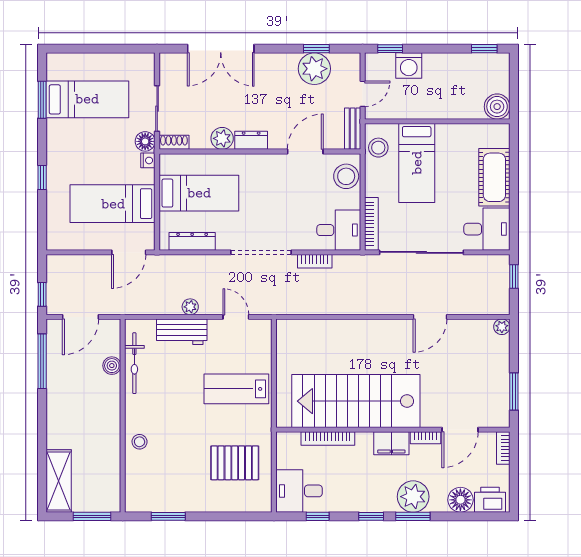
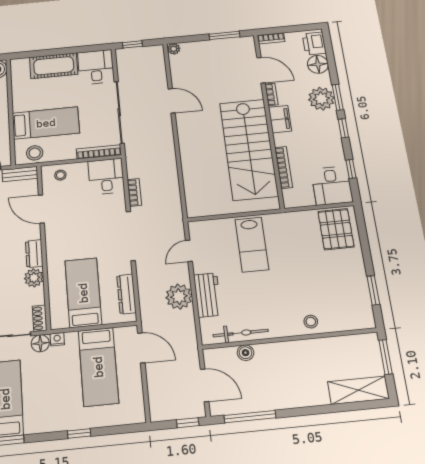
stool: (346, 176) -> (60, 175), width x0.53, depth x0.53
plant: (190, 307) -> (179, 297), width x1.88, depth x1.88
pallet: (235, 463) -> (336, 229), moved

